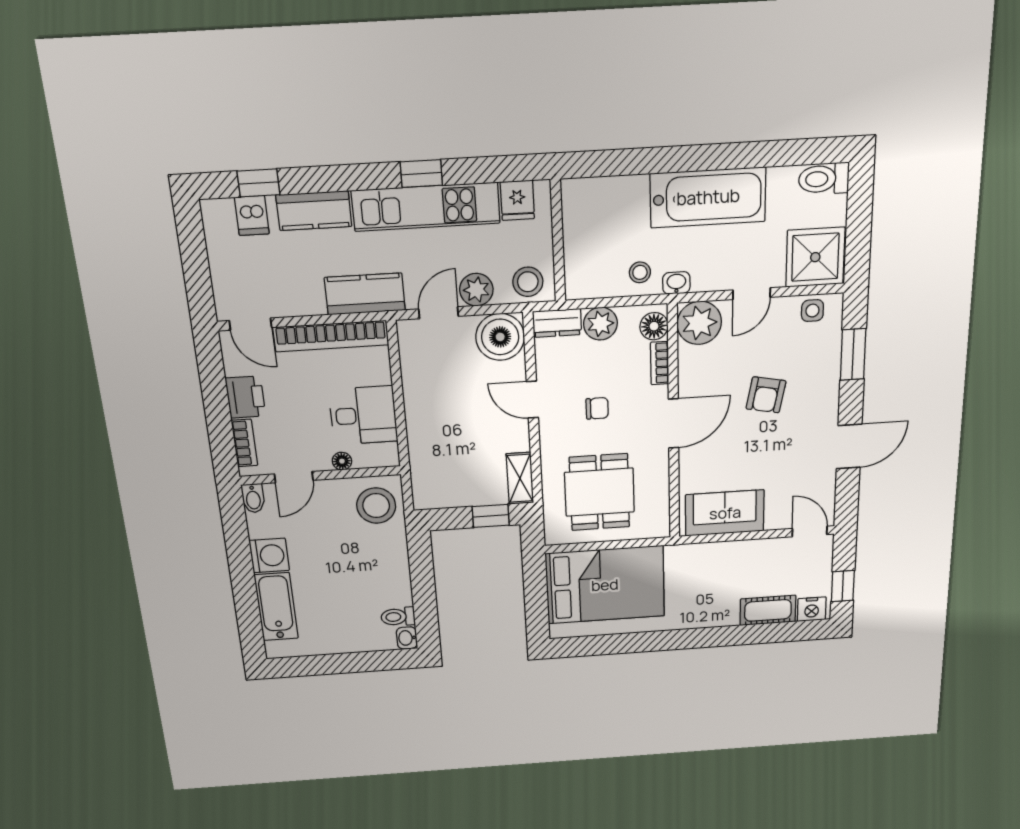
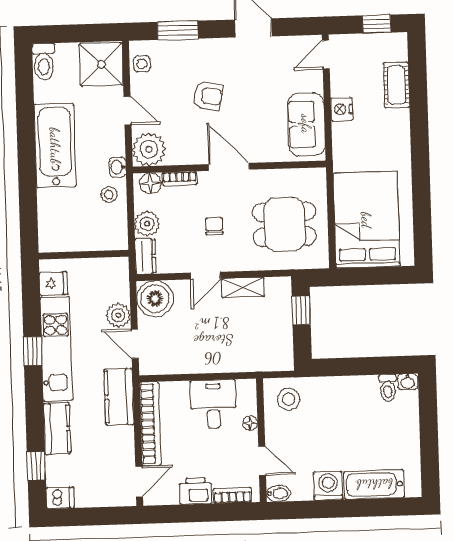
dishwasher: (252, 216) -> (60, 498), moved
stool: (528, 282) -> (113, 277), removed
shelving: (520, 478) -> (243, 287), moved
stool: (376, 506) -> (289, 399), width x0.73, depth x0.73
nightstand: (812, 609) -> (342, 109), moved, turned 180

